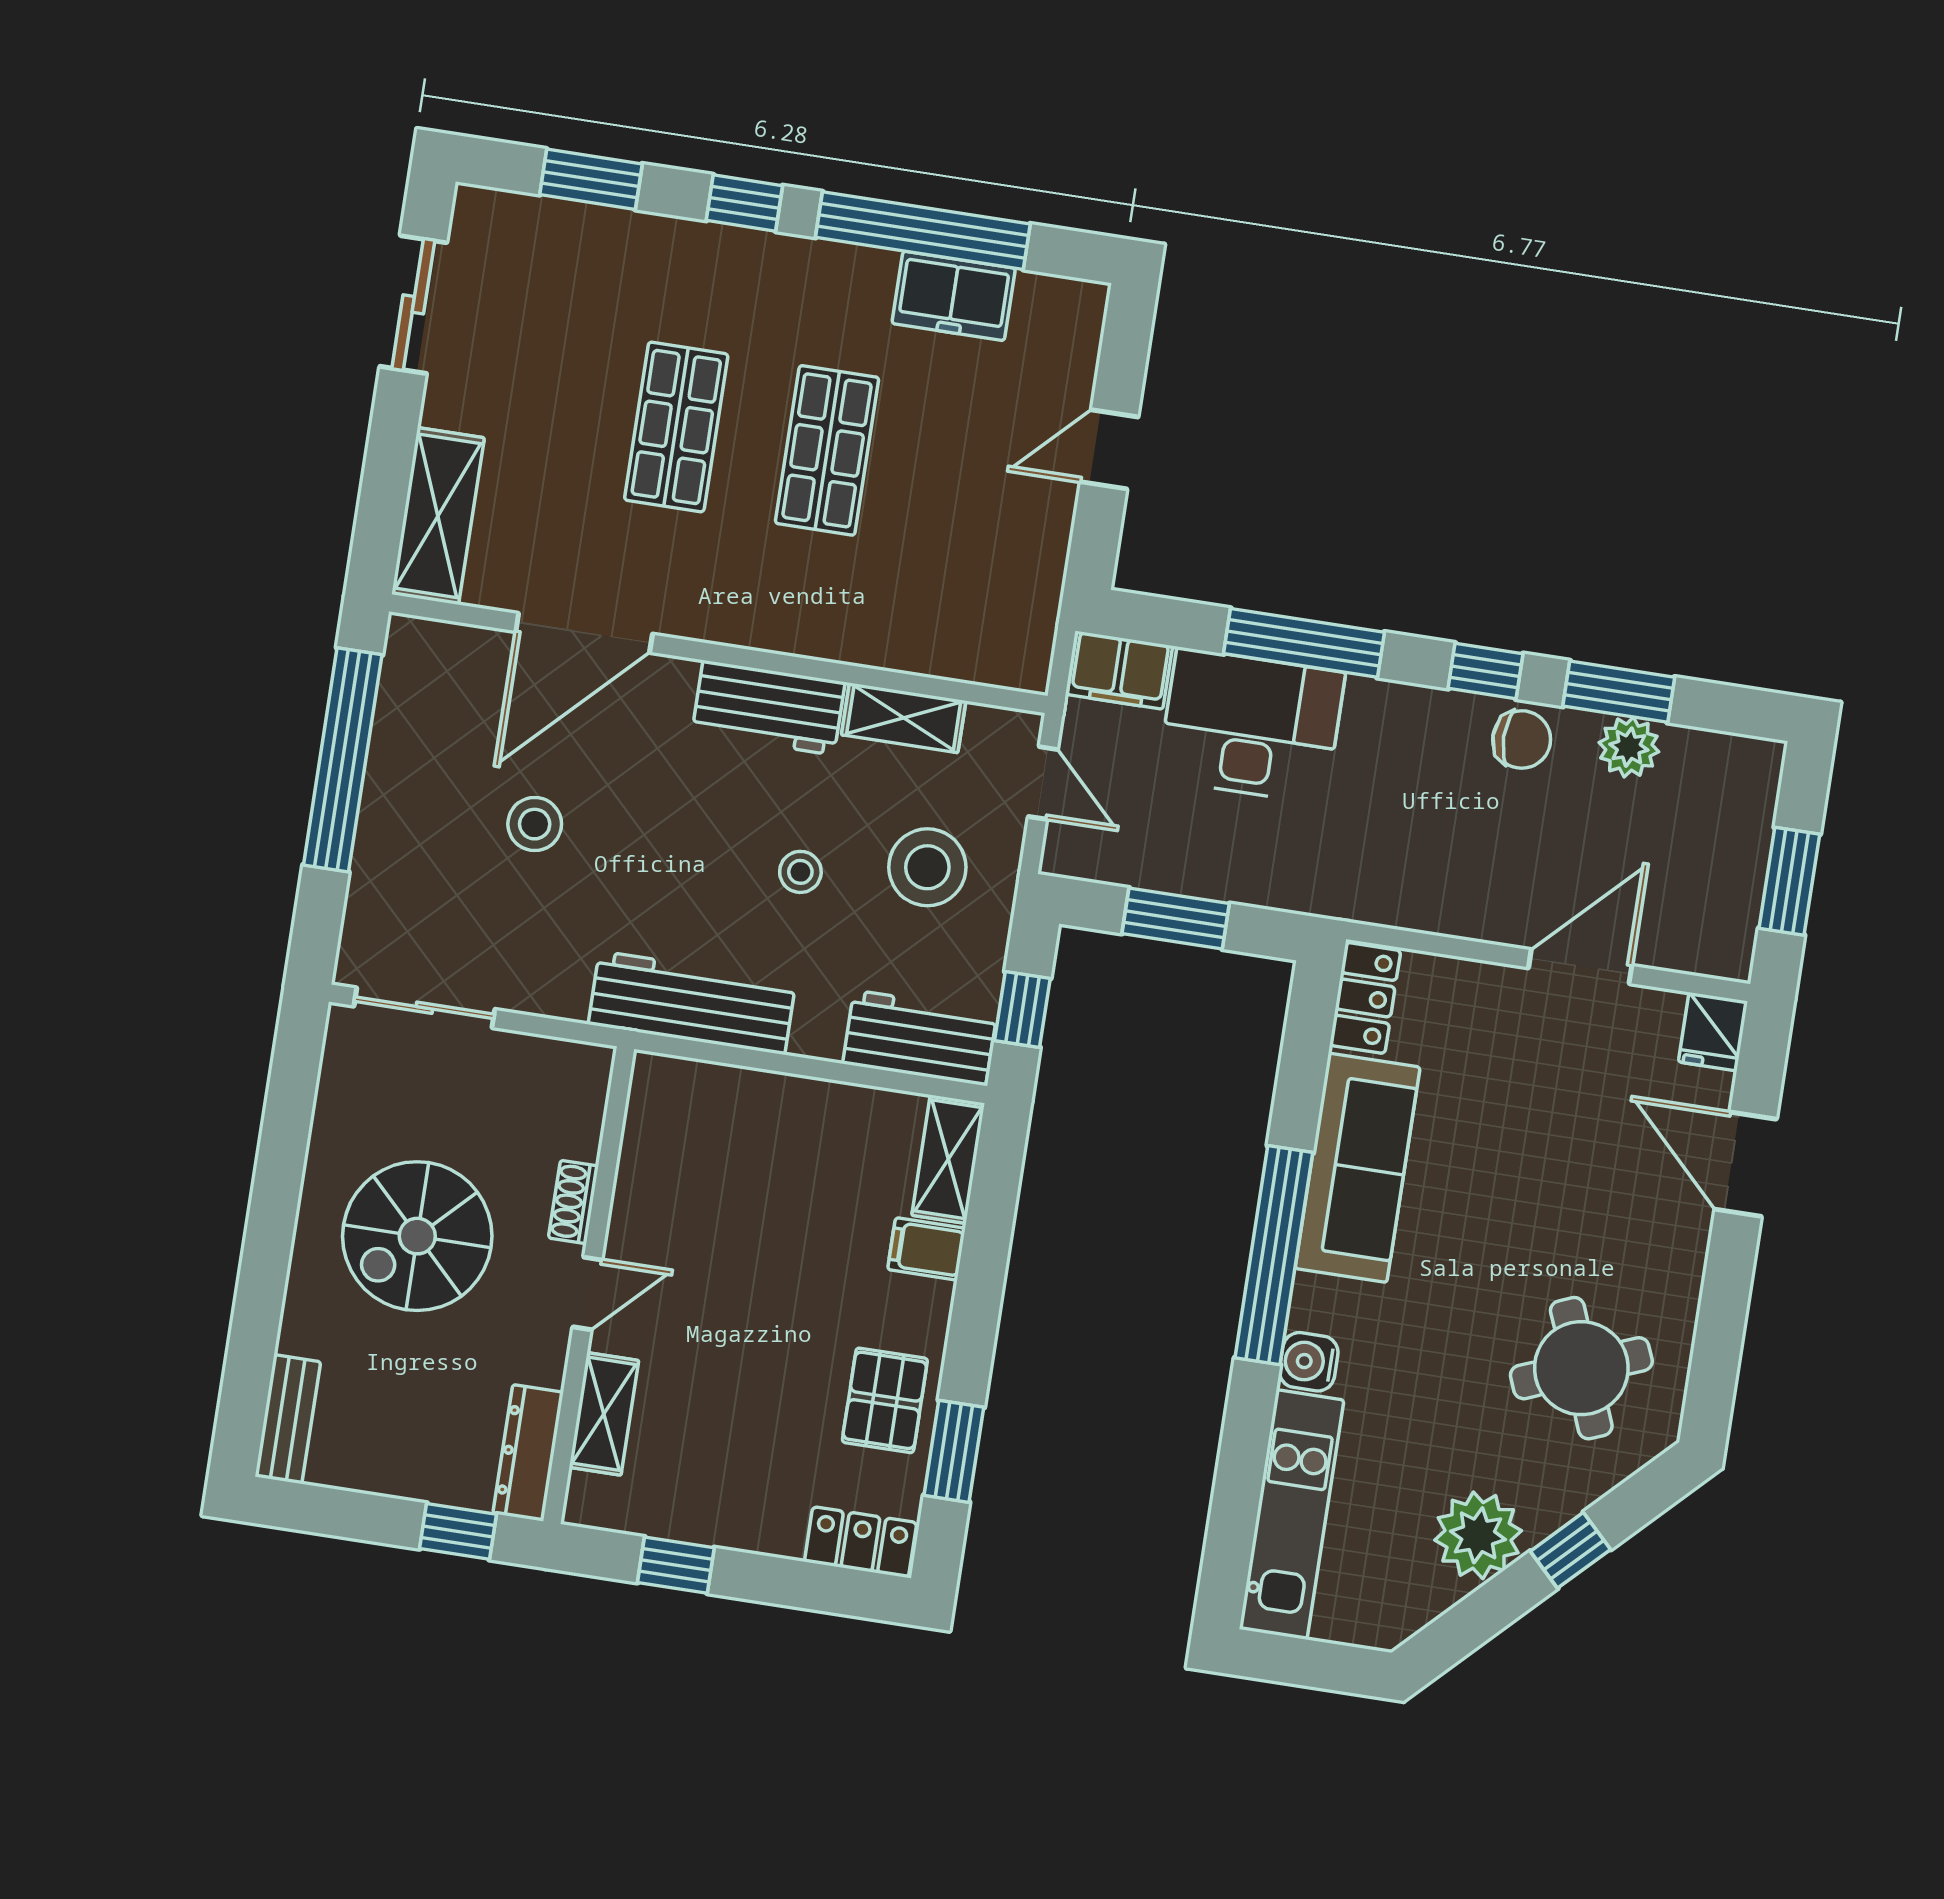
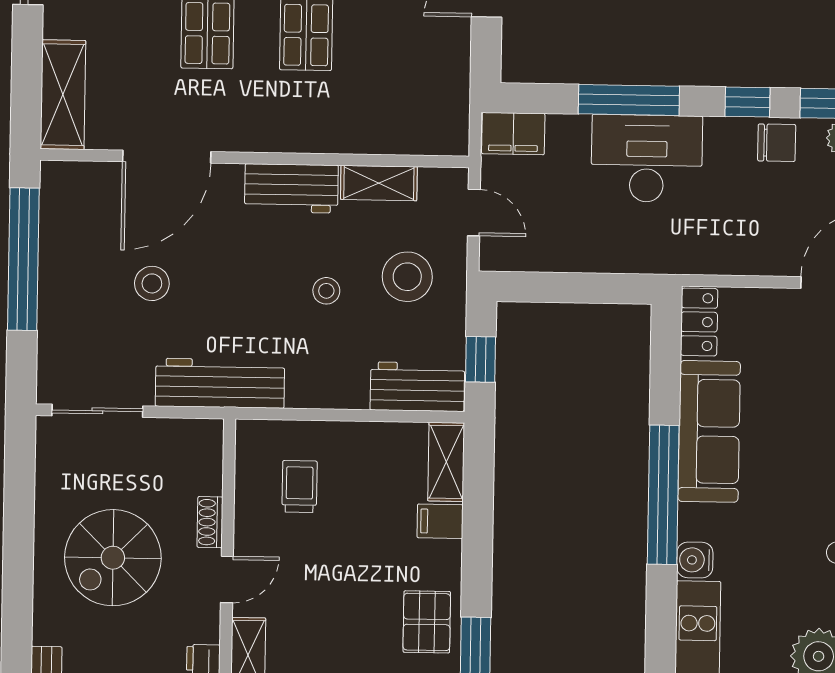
desk: (1251, 726) -> (647, 158), moved
window: (1176, 918) -> (571, 288), removed
workbench: (692, 1003) -> (220, 383), moved
trolley: (718, 1166) -> (299, 487), added

